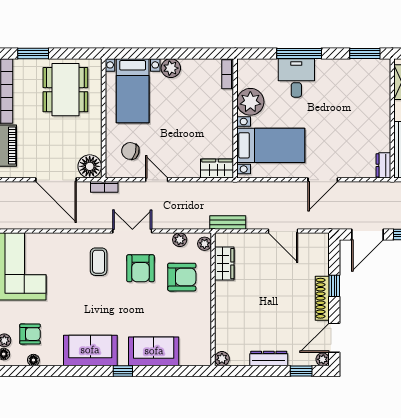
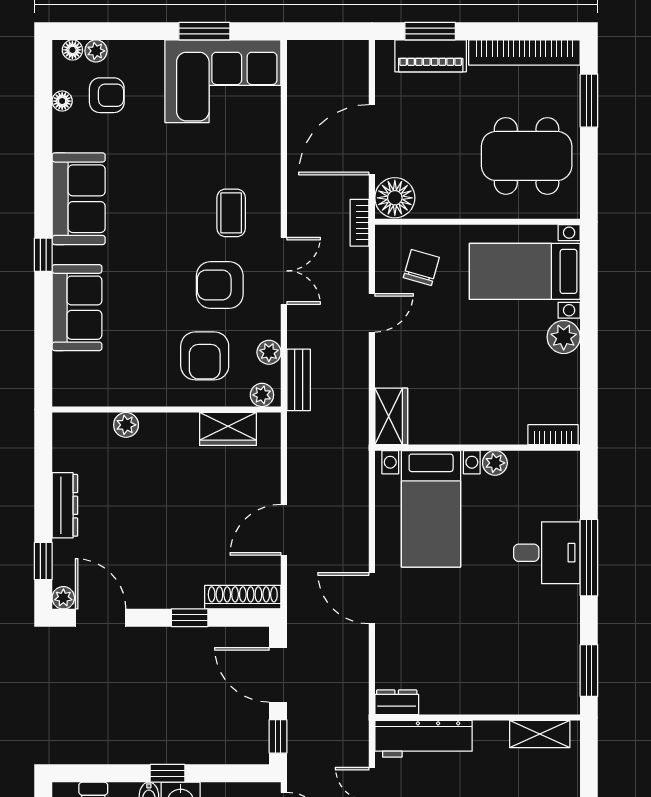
plant: (250, 102) -> (495, 463), width x0.53, depth x0.53
bench: (228, 222) -> (299, 380), moved
coffee table: (99, 262) -> (231, 213), turned 90
shoe rack: (322, 298) -> (243, 597), moved
armchair: (30, 334) -> (107, 95), turned -90
plant: (222, 359) -> (126, 425), moved

